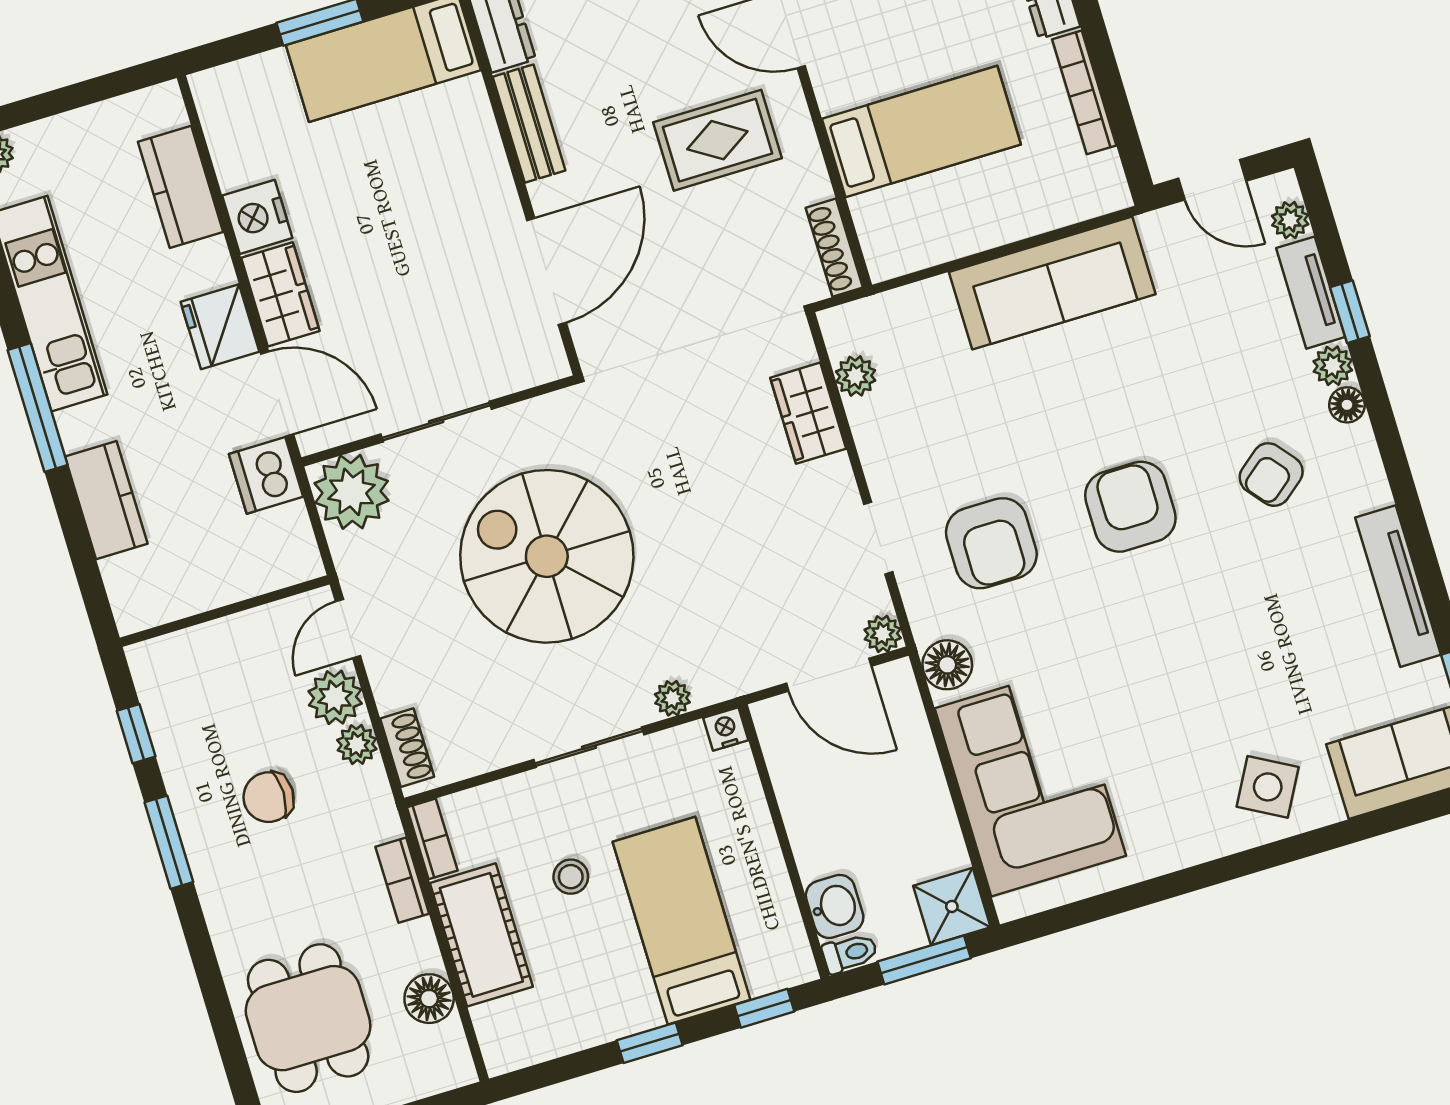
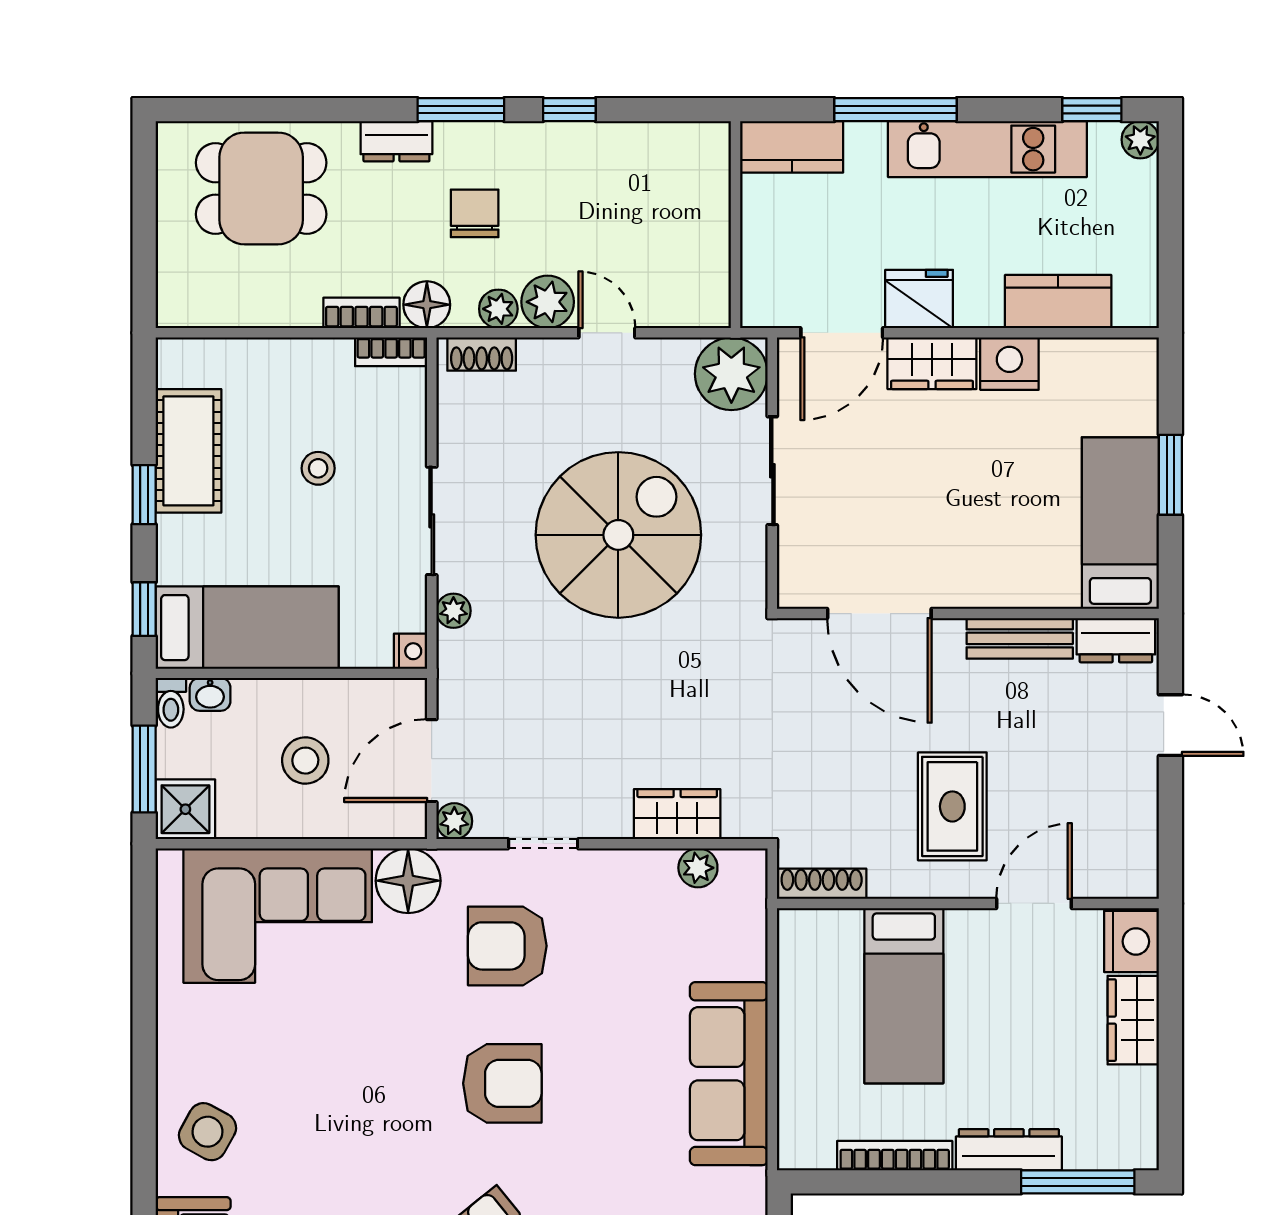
dishwasher: (266, 475) -> (770, 300), removed
wall: (225, 611) -> (736, 225), moved
floor lamp: (947, 665) -> (408, 881), width x1.38, depth x1.38
stool: (867, 801) -> (305, 761), added
dresser: (220, 897) -> (396, 141), added
washbasin: (835, 906) -> (210, 694), width x0.72, depth x0.69
bed: (682, 921) -> (247, 628), moved
cot: (481, 935) -> (188, 451), moved, turned 90
floor lamp: (429, 999) -> (427, 305), moved

